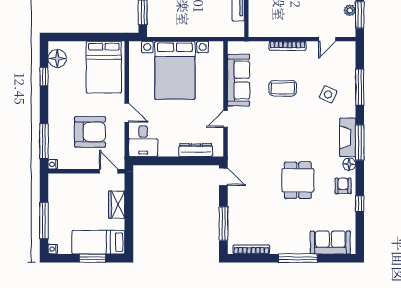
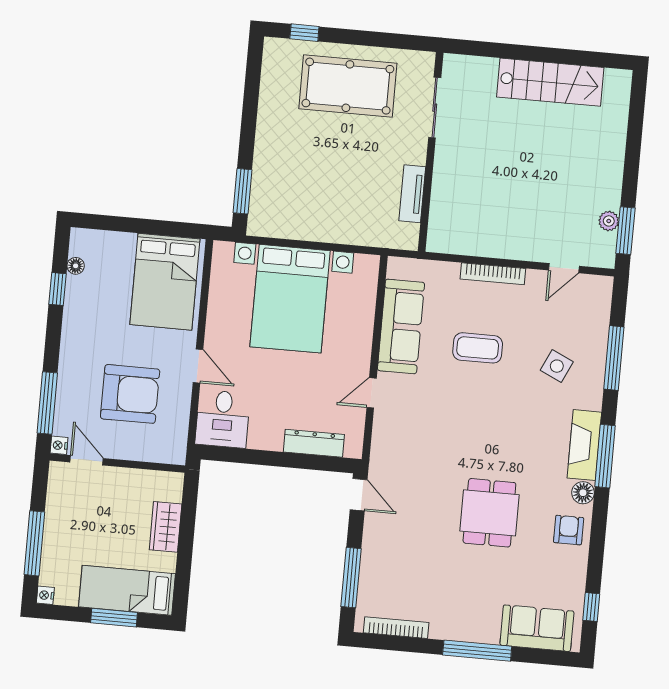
floor lamp: (57, 58) -> (76, 266), width x0.53, depth x0.53
door: (109, 171) -> (87, 460), moved
window: (360, 204) -> (591, 607), moved

